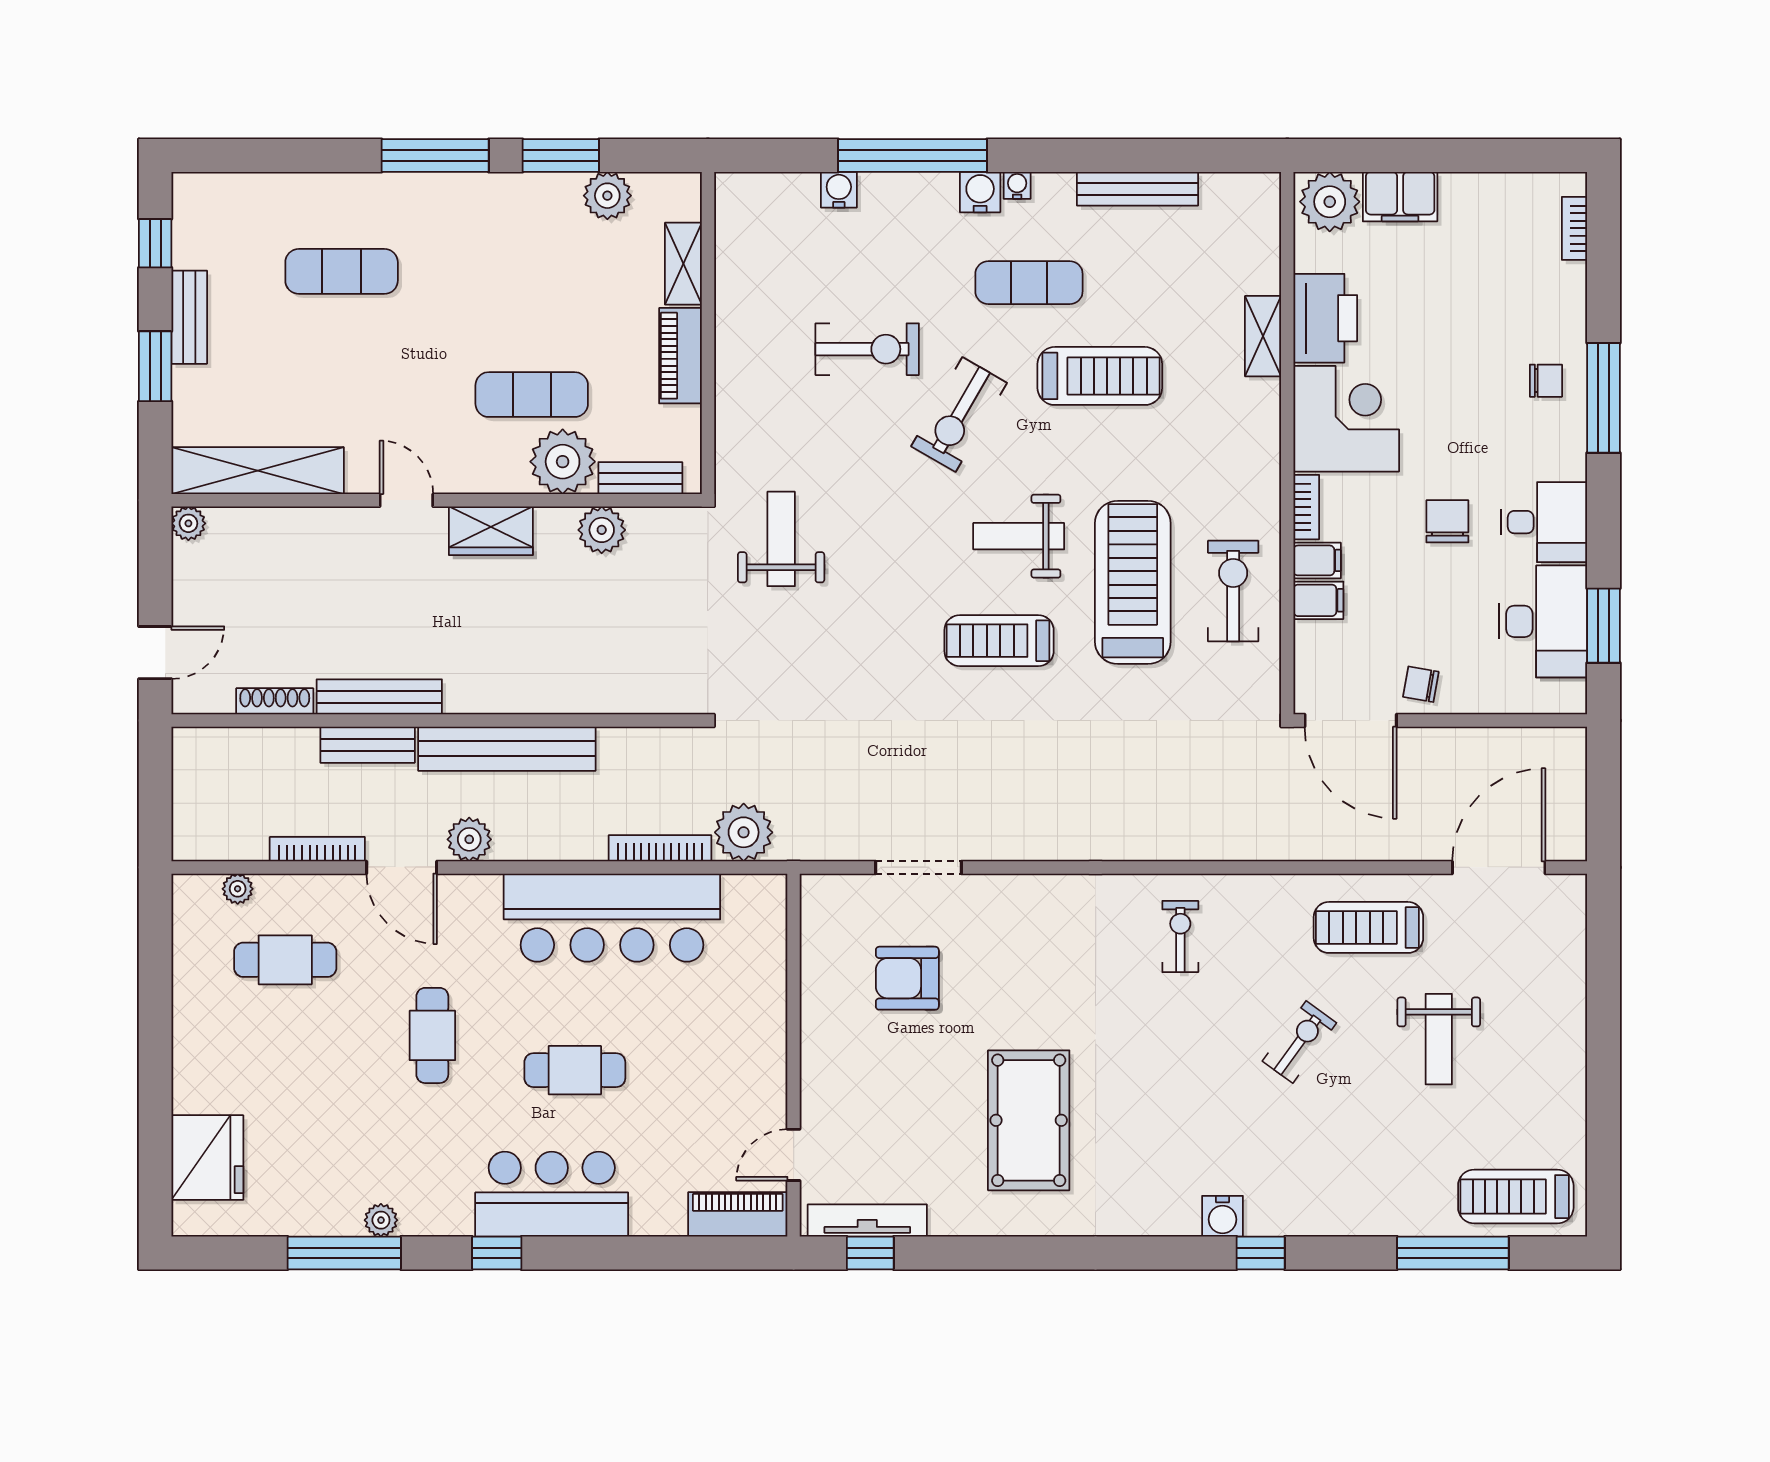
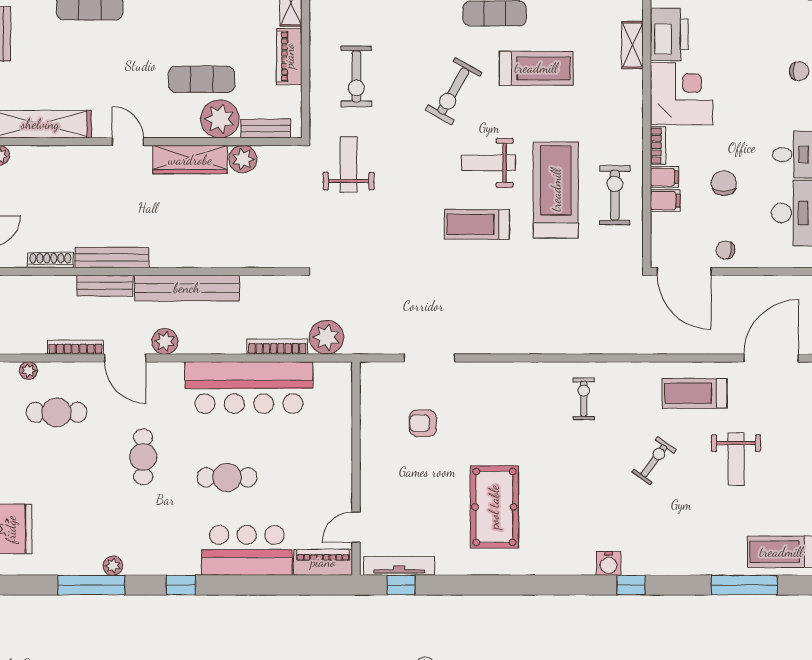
exercise bike: (867, 349) -> (356, 76), moved, turned 90
chair: (1447, 521) -> (724, 183), moved
wardrobe: (491, 531) -> (190, 160), width x1.50
armchair: (907, 978) -> (423, 423), width x0.72, depth x0.72
bar counter: (552, 1194) -> (247, 550), moved

